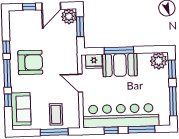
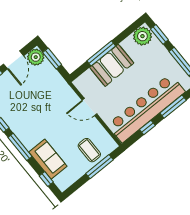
fridge: (94, 61) -> (87, 79), removed
armchair: (30, 62) -> (33, 122), removed
window: (8, 100) -> (46, 179), moved
sofa: (21, 109) -> (48, 159), moved

